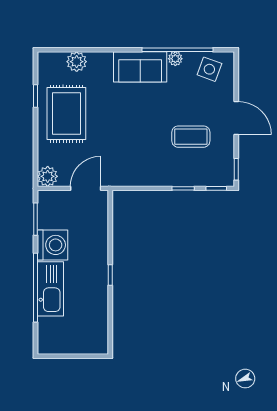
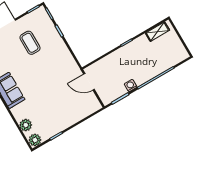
rug: (66, 114) -> (56, 115), removed
plant: (48, 176) -> (35, 140), moved
washing machine: (53, 245) -> (131, 86), width x0.53, depth x0.53
kitchen sink: (50, 289) -> (152, 70), removed
shelving: (100, 328) -> (157, 32), added

